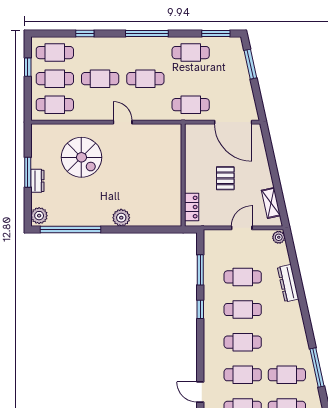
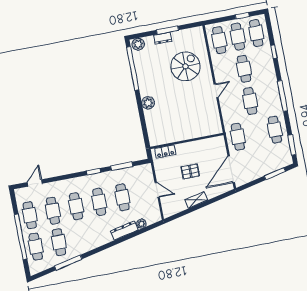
spiral stairs: (81, 157) -> (185, 66), turned 180
shelving: (271, 203) -> (196, 200), moved
plant: (279, 237) -> (141, 224), moved

